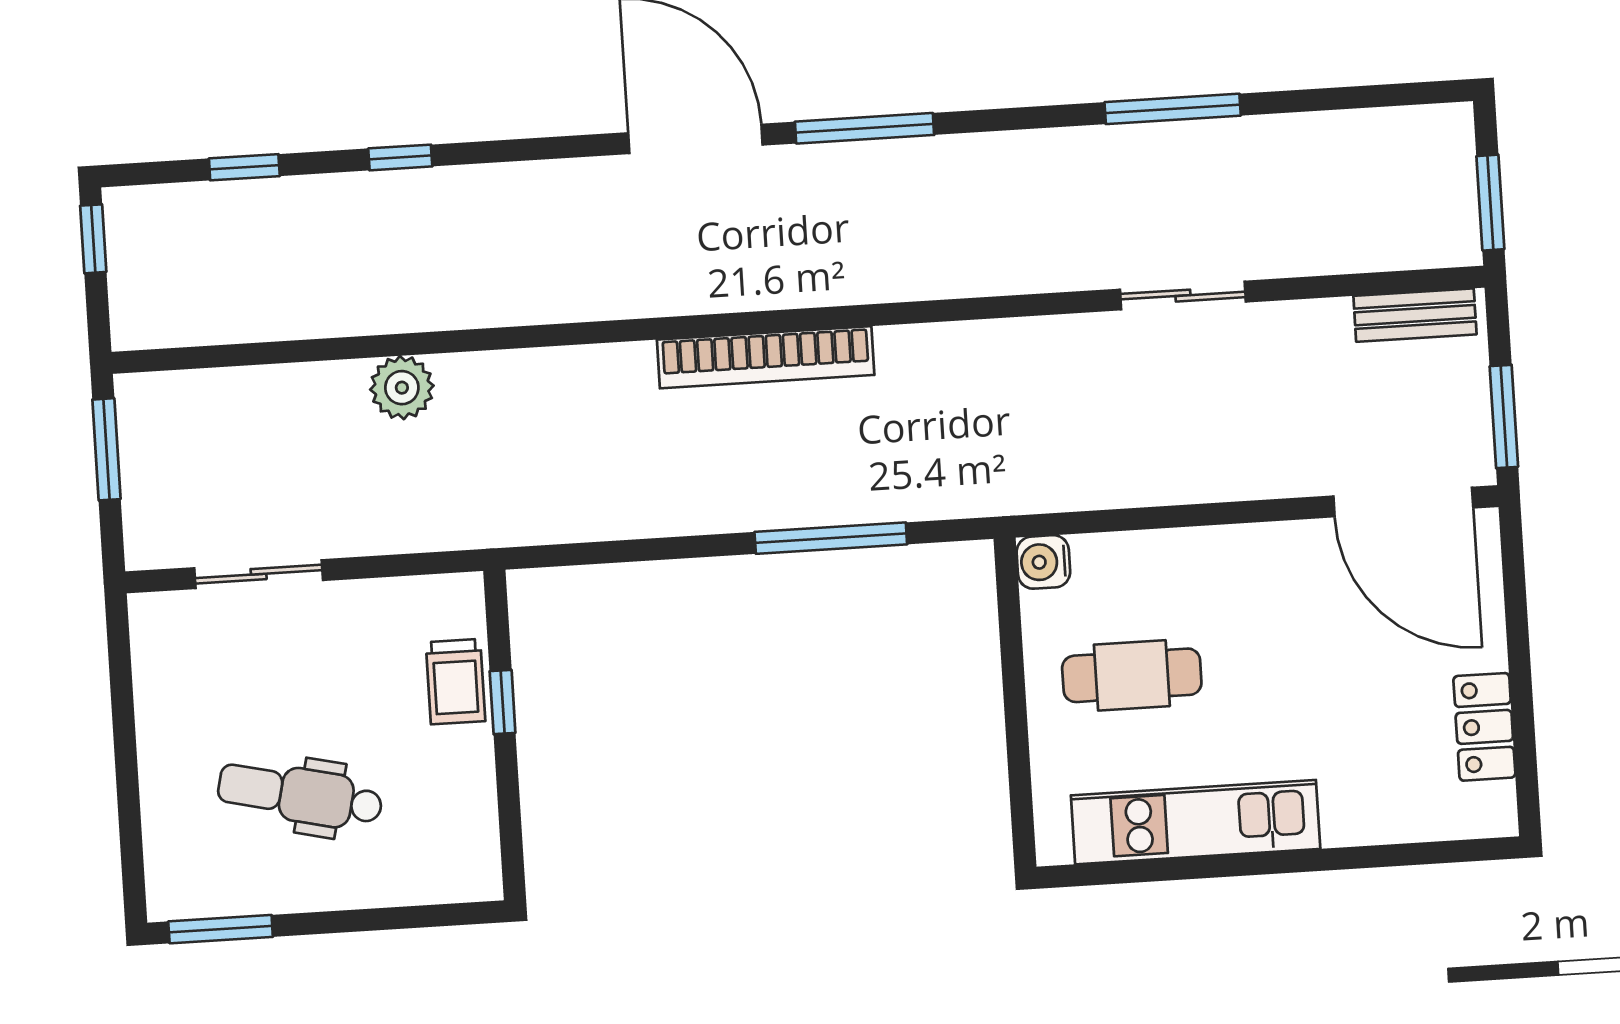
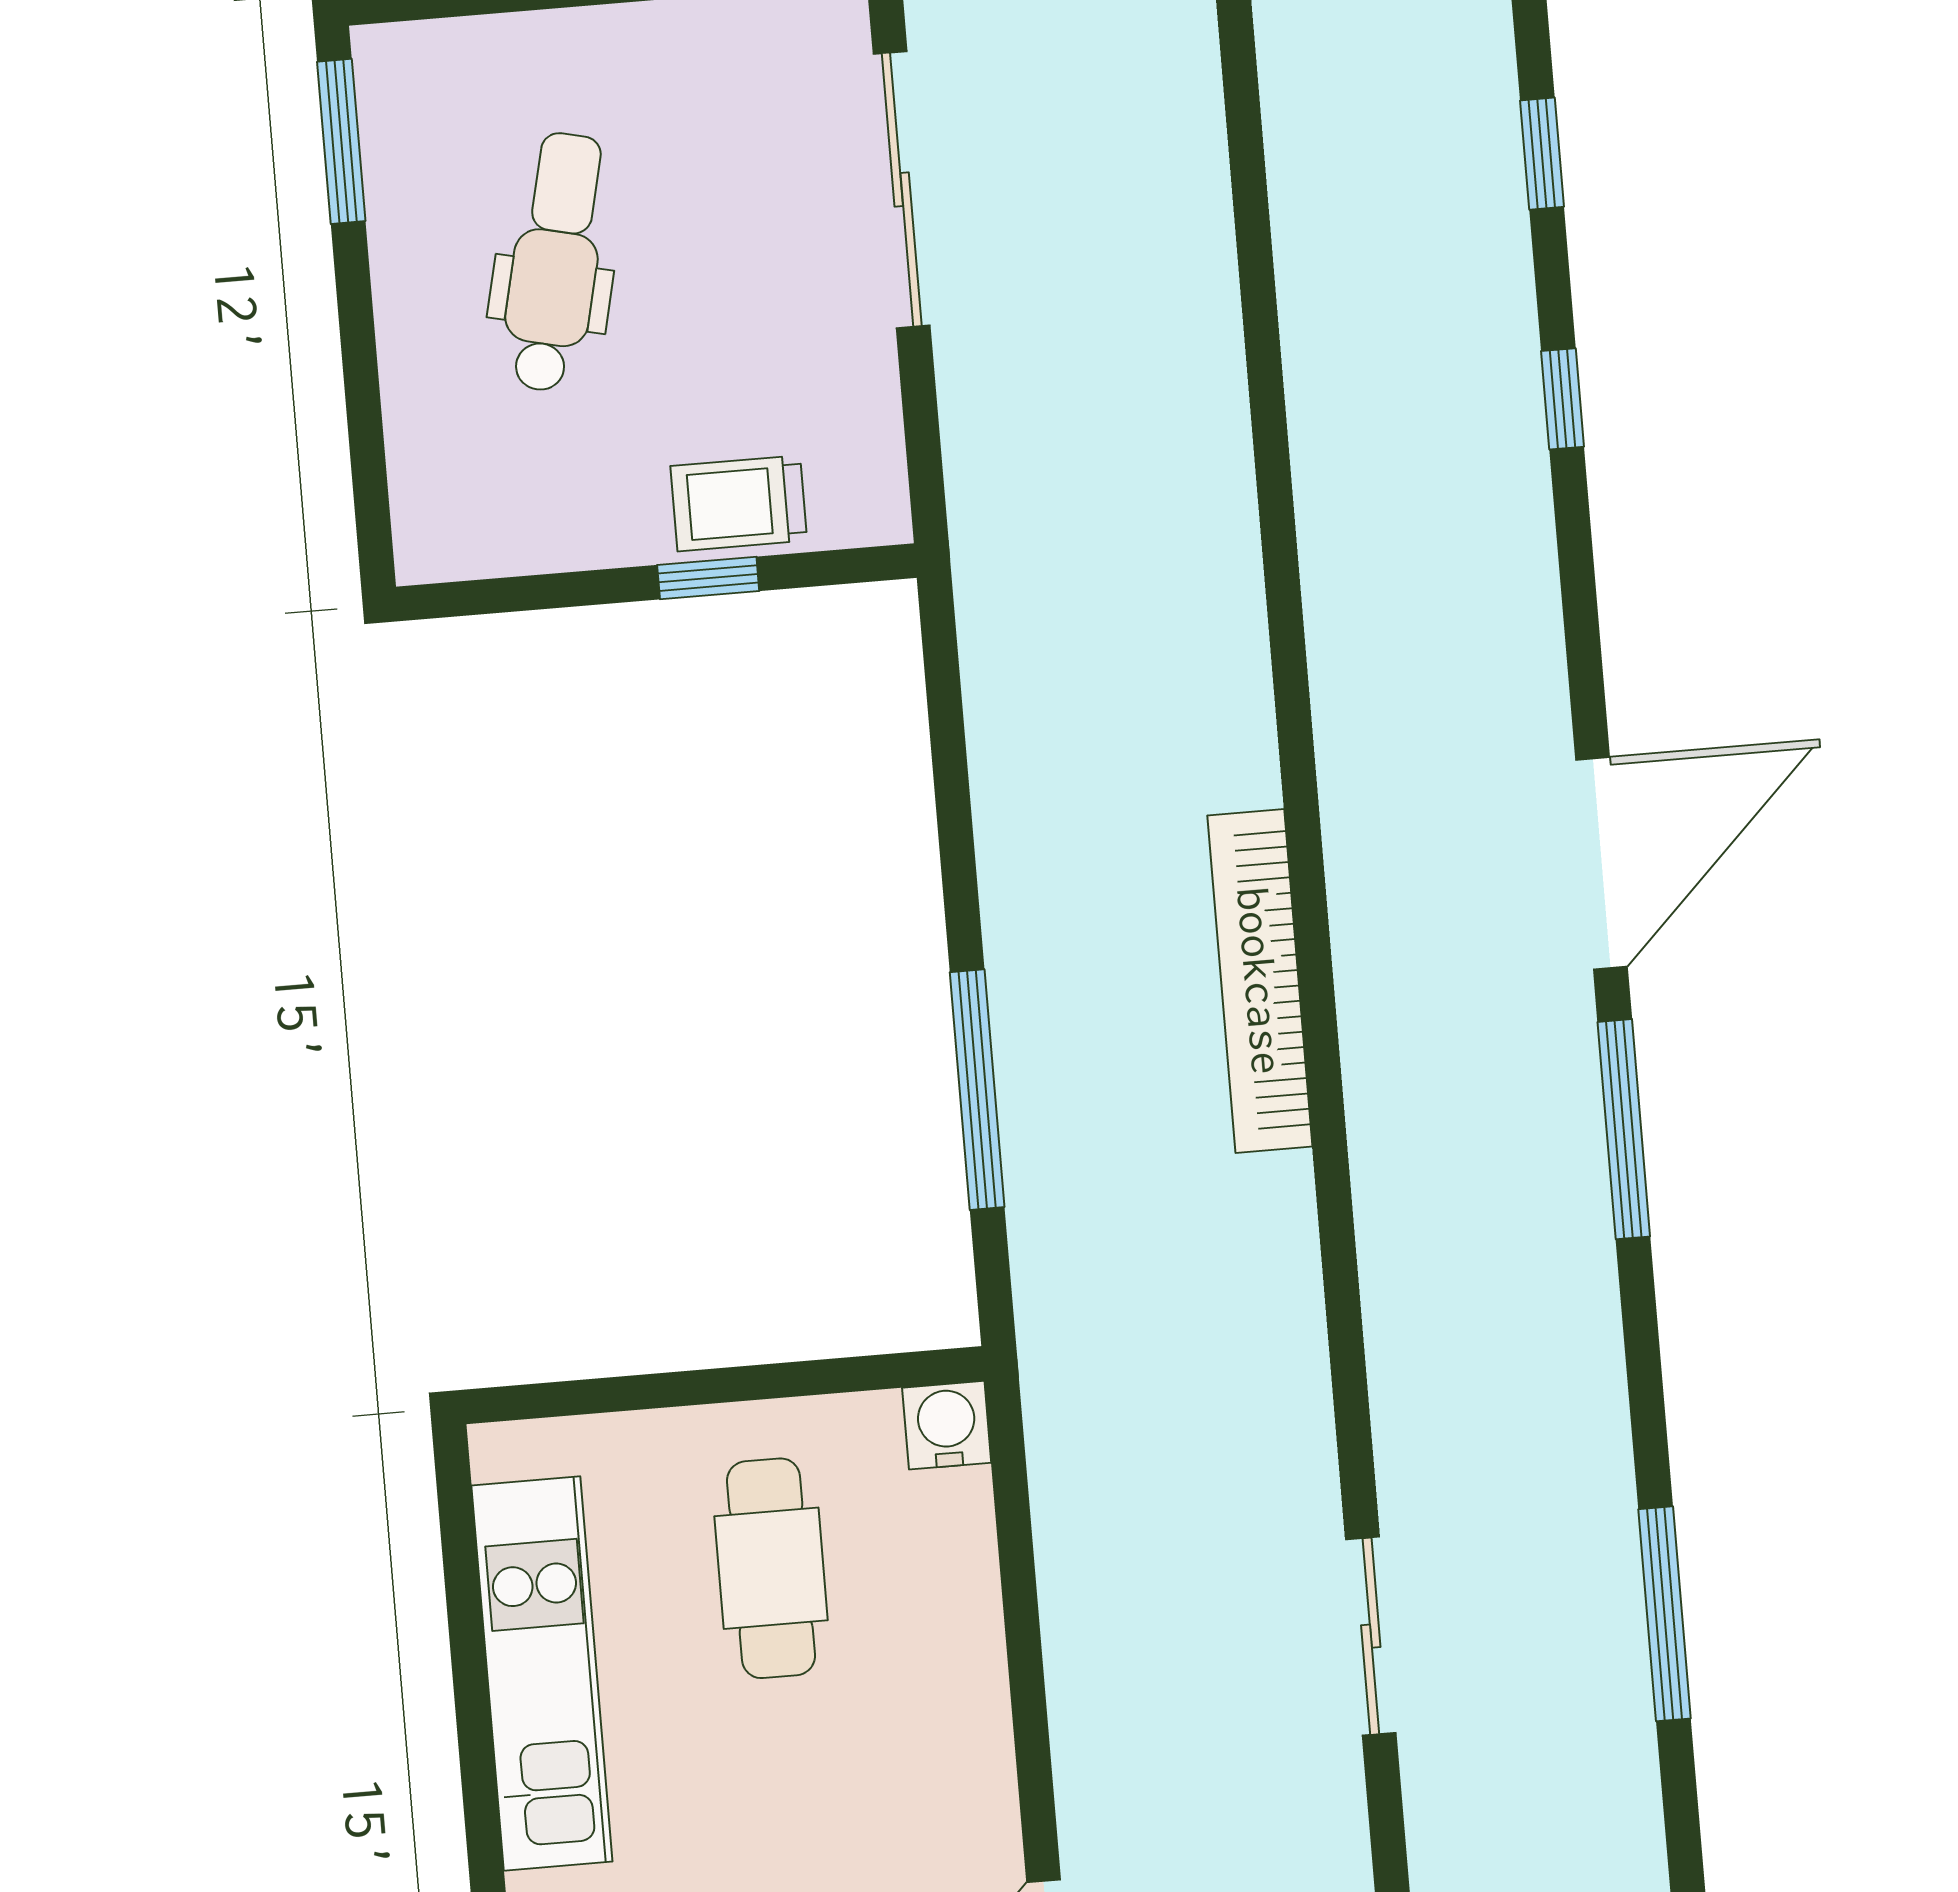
plant: (402, 388) -> (1200, 409), removed
sliding door: (259, 574) -> (902, 190), width x1.37

